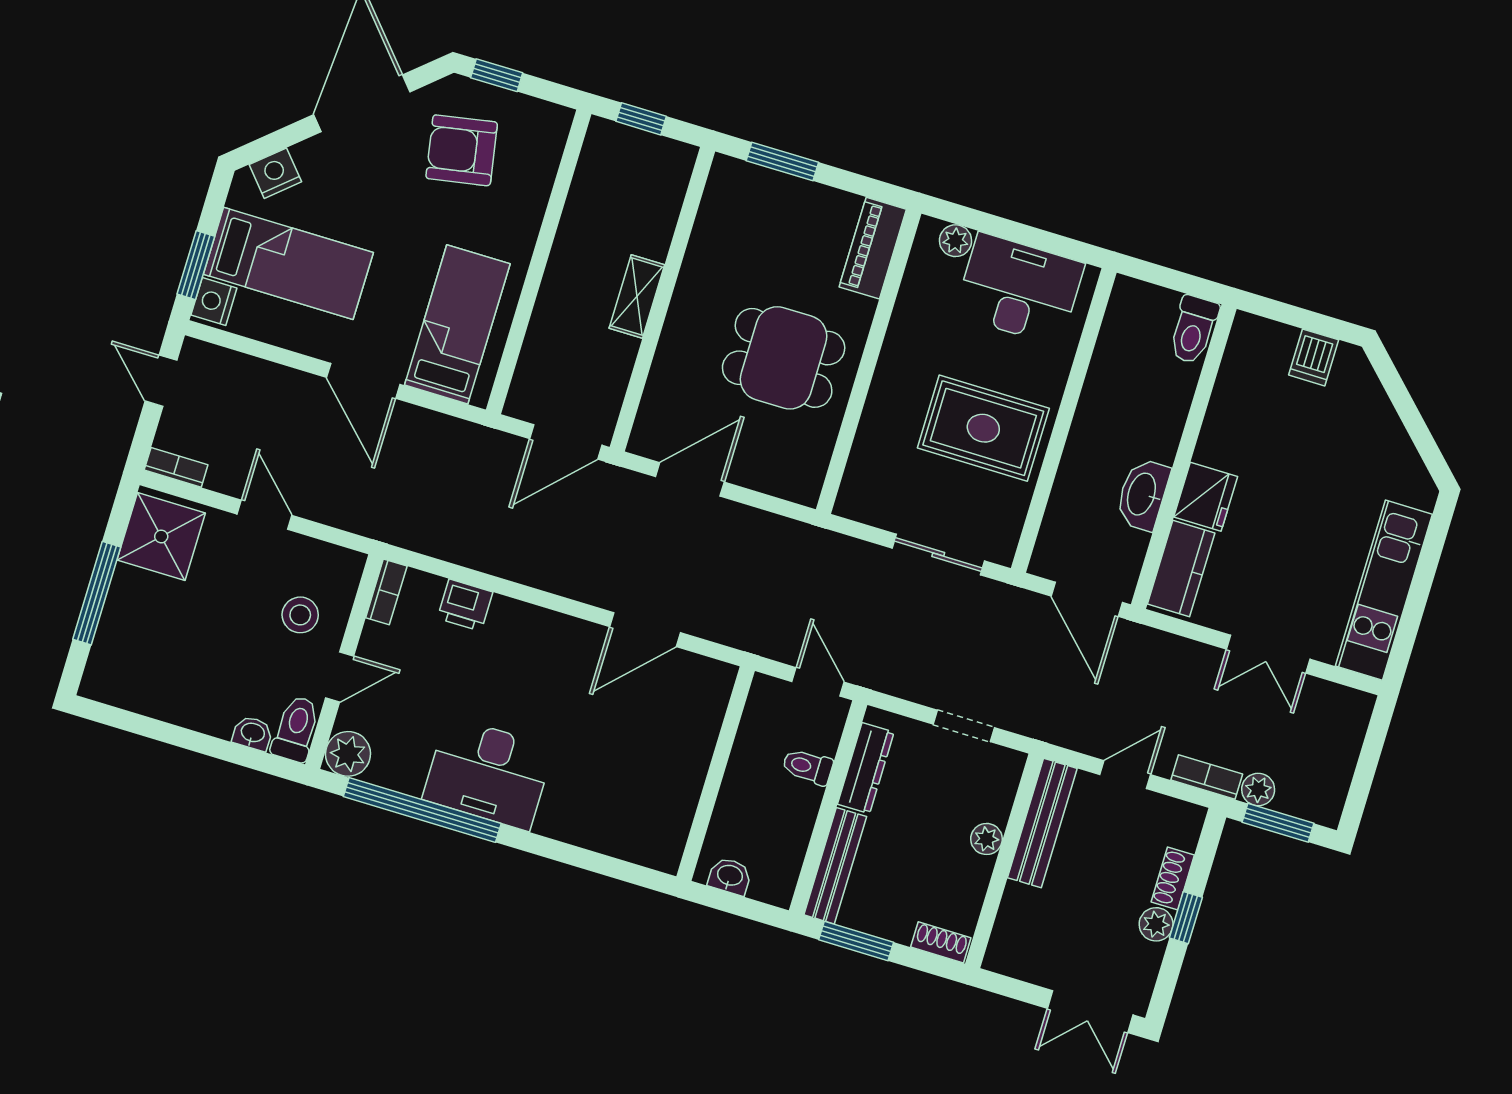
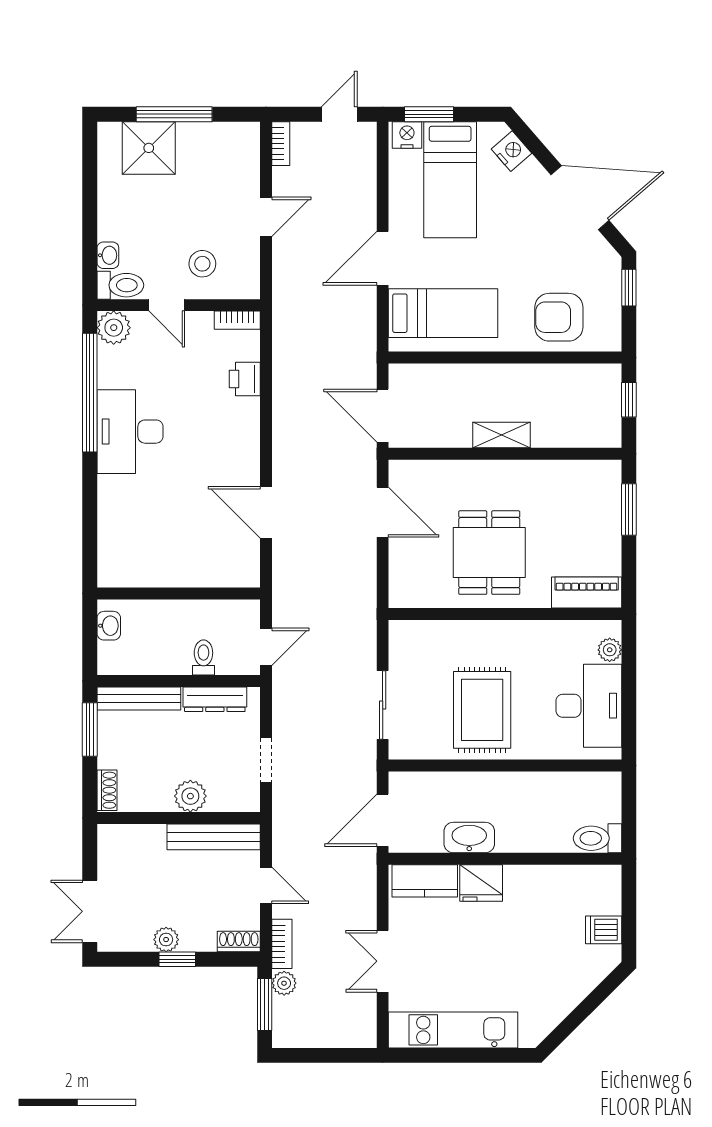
armchair: (462, 150) -> (559, 317), moved, turned -80
shower: (161, 536) -> (149, 148), moved
plant: (986, 839) -> (190, 796), width x1.38, depth x1.38
shoe rack: (1173, 879) -> (239, 942), moved

